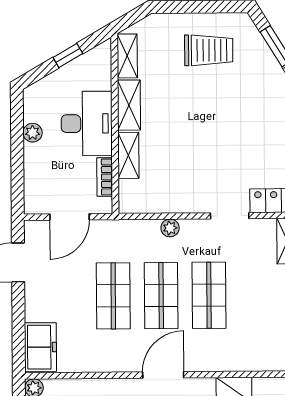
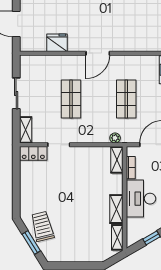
trolley: (209, 50) -> (42, 226), moved, turned 76
shelving: (128, 155) -> (117, 160), moved
plant: (170, 228) -> (115, 138), moved
shop shelf: (161, 296) -> (99, 99), removed

